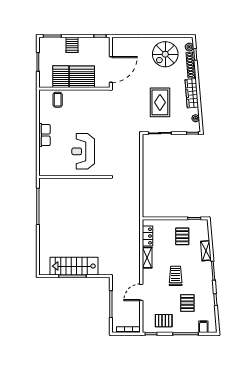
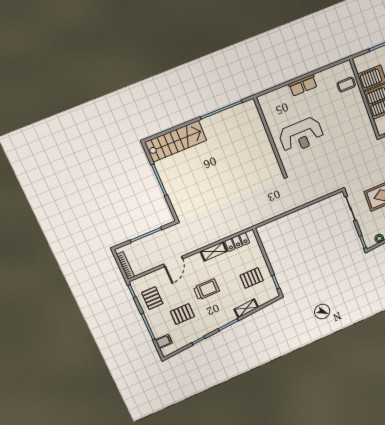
reception desk: (83, 151) -> (301, 135), turned 180
stairs: (74, 266) -> (176, 141), moved, turned 90
door: (141, 292) -> (173, 262), swing flipped

